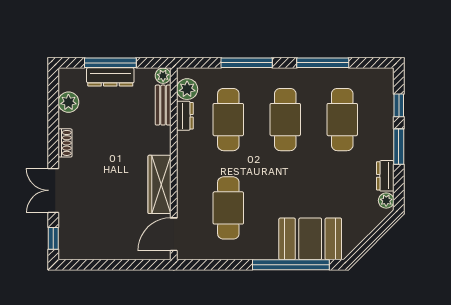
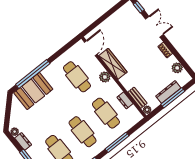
plant: (187, 89) -> (105, 77), moved

